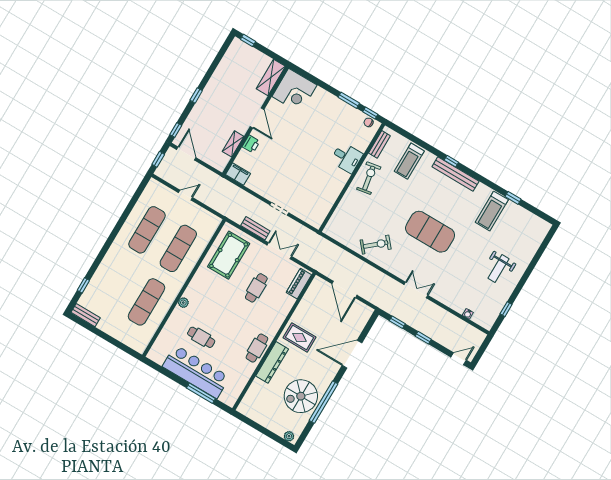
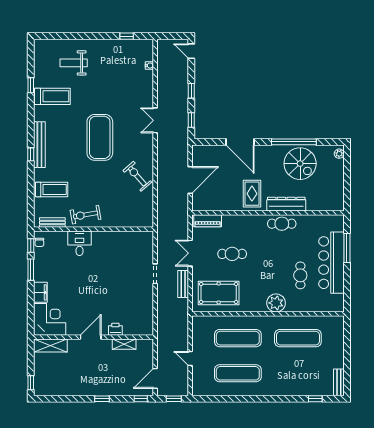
filing cabinet: (238, 174) -> (40, 292), moved, turned 180
weight bench: (498, 268) -> (74, 63), moved, turned 180
plant: (183, 303) -> (276, 303), width x1.88, depth x1.88

